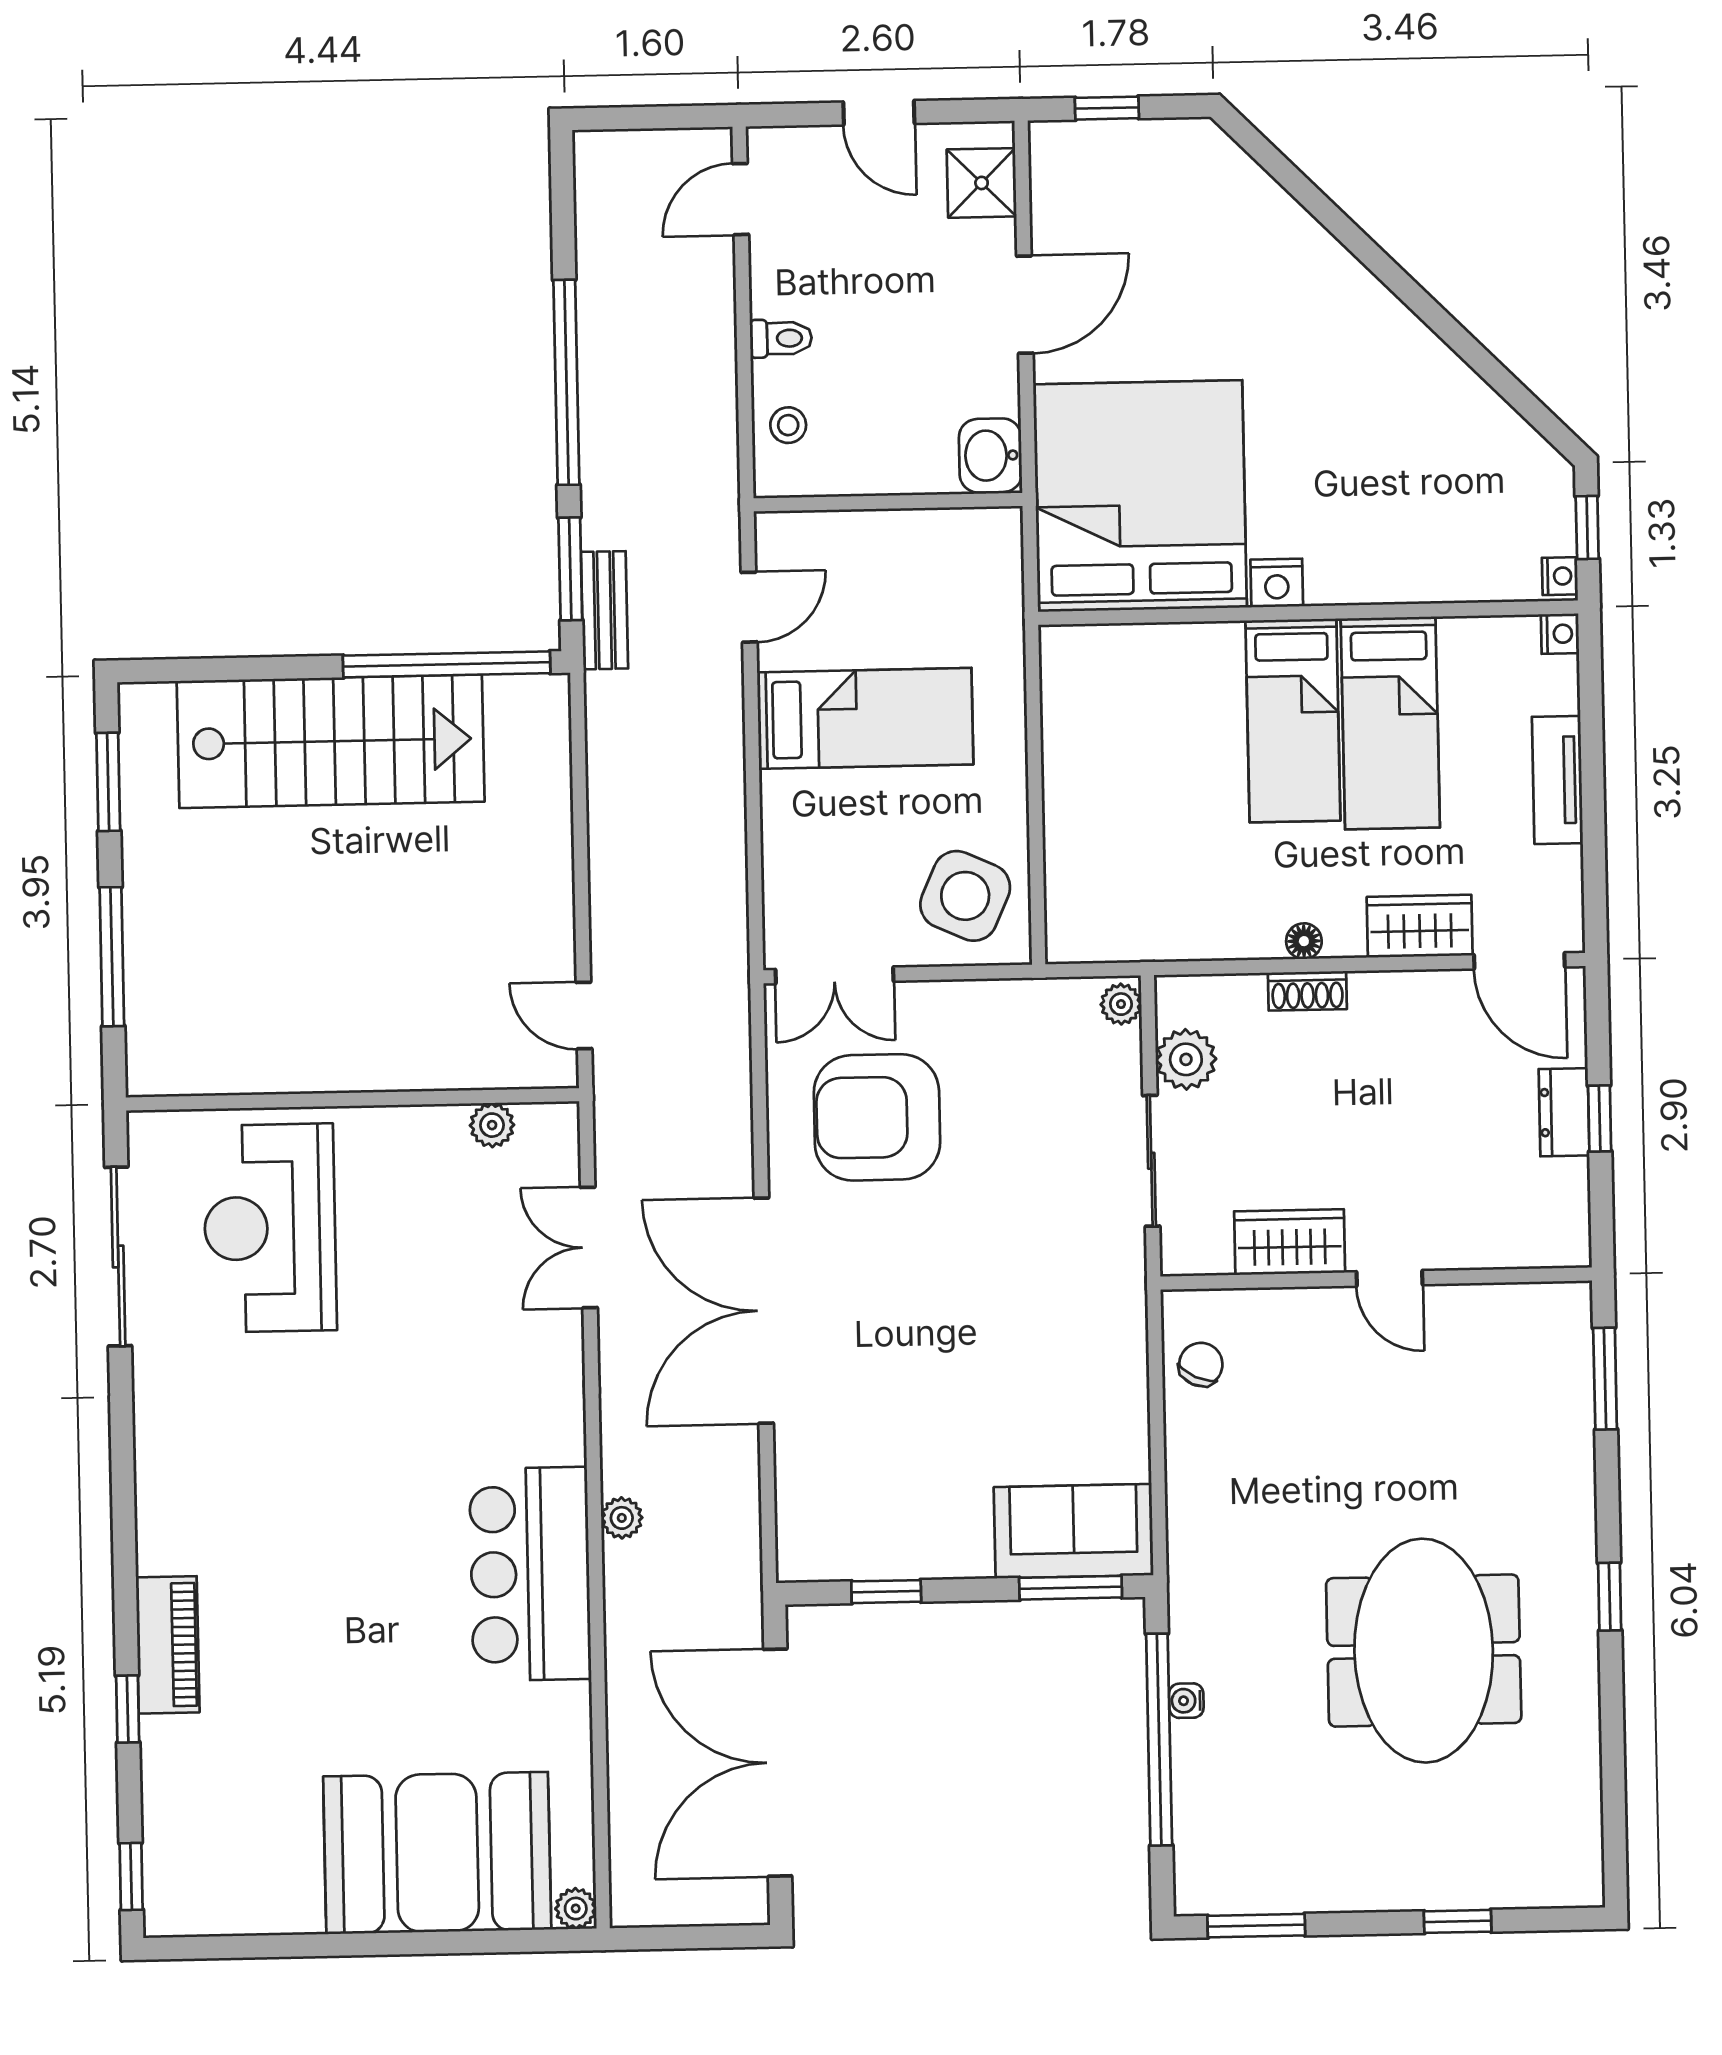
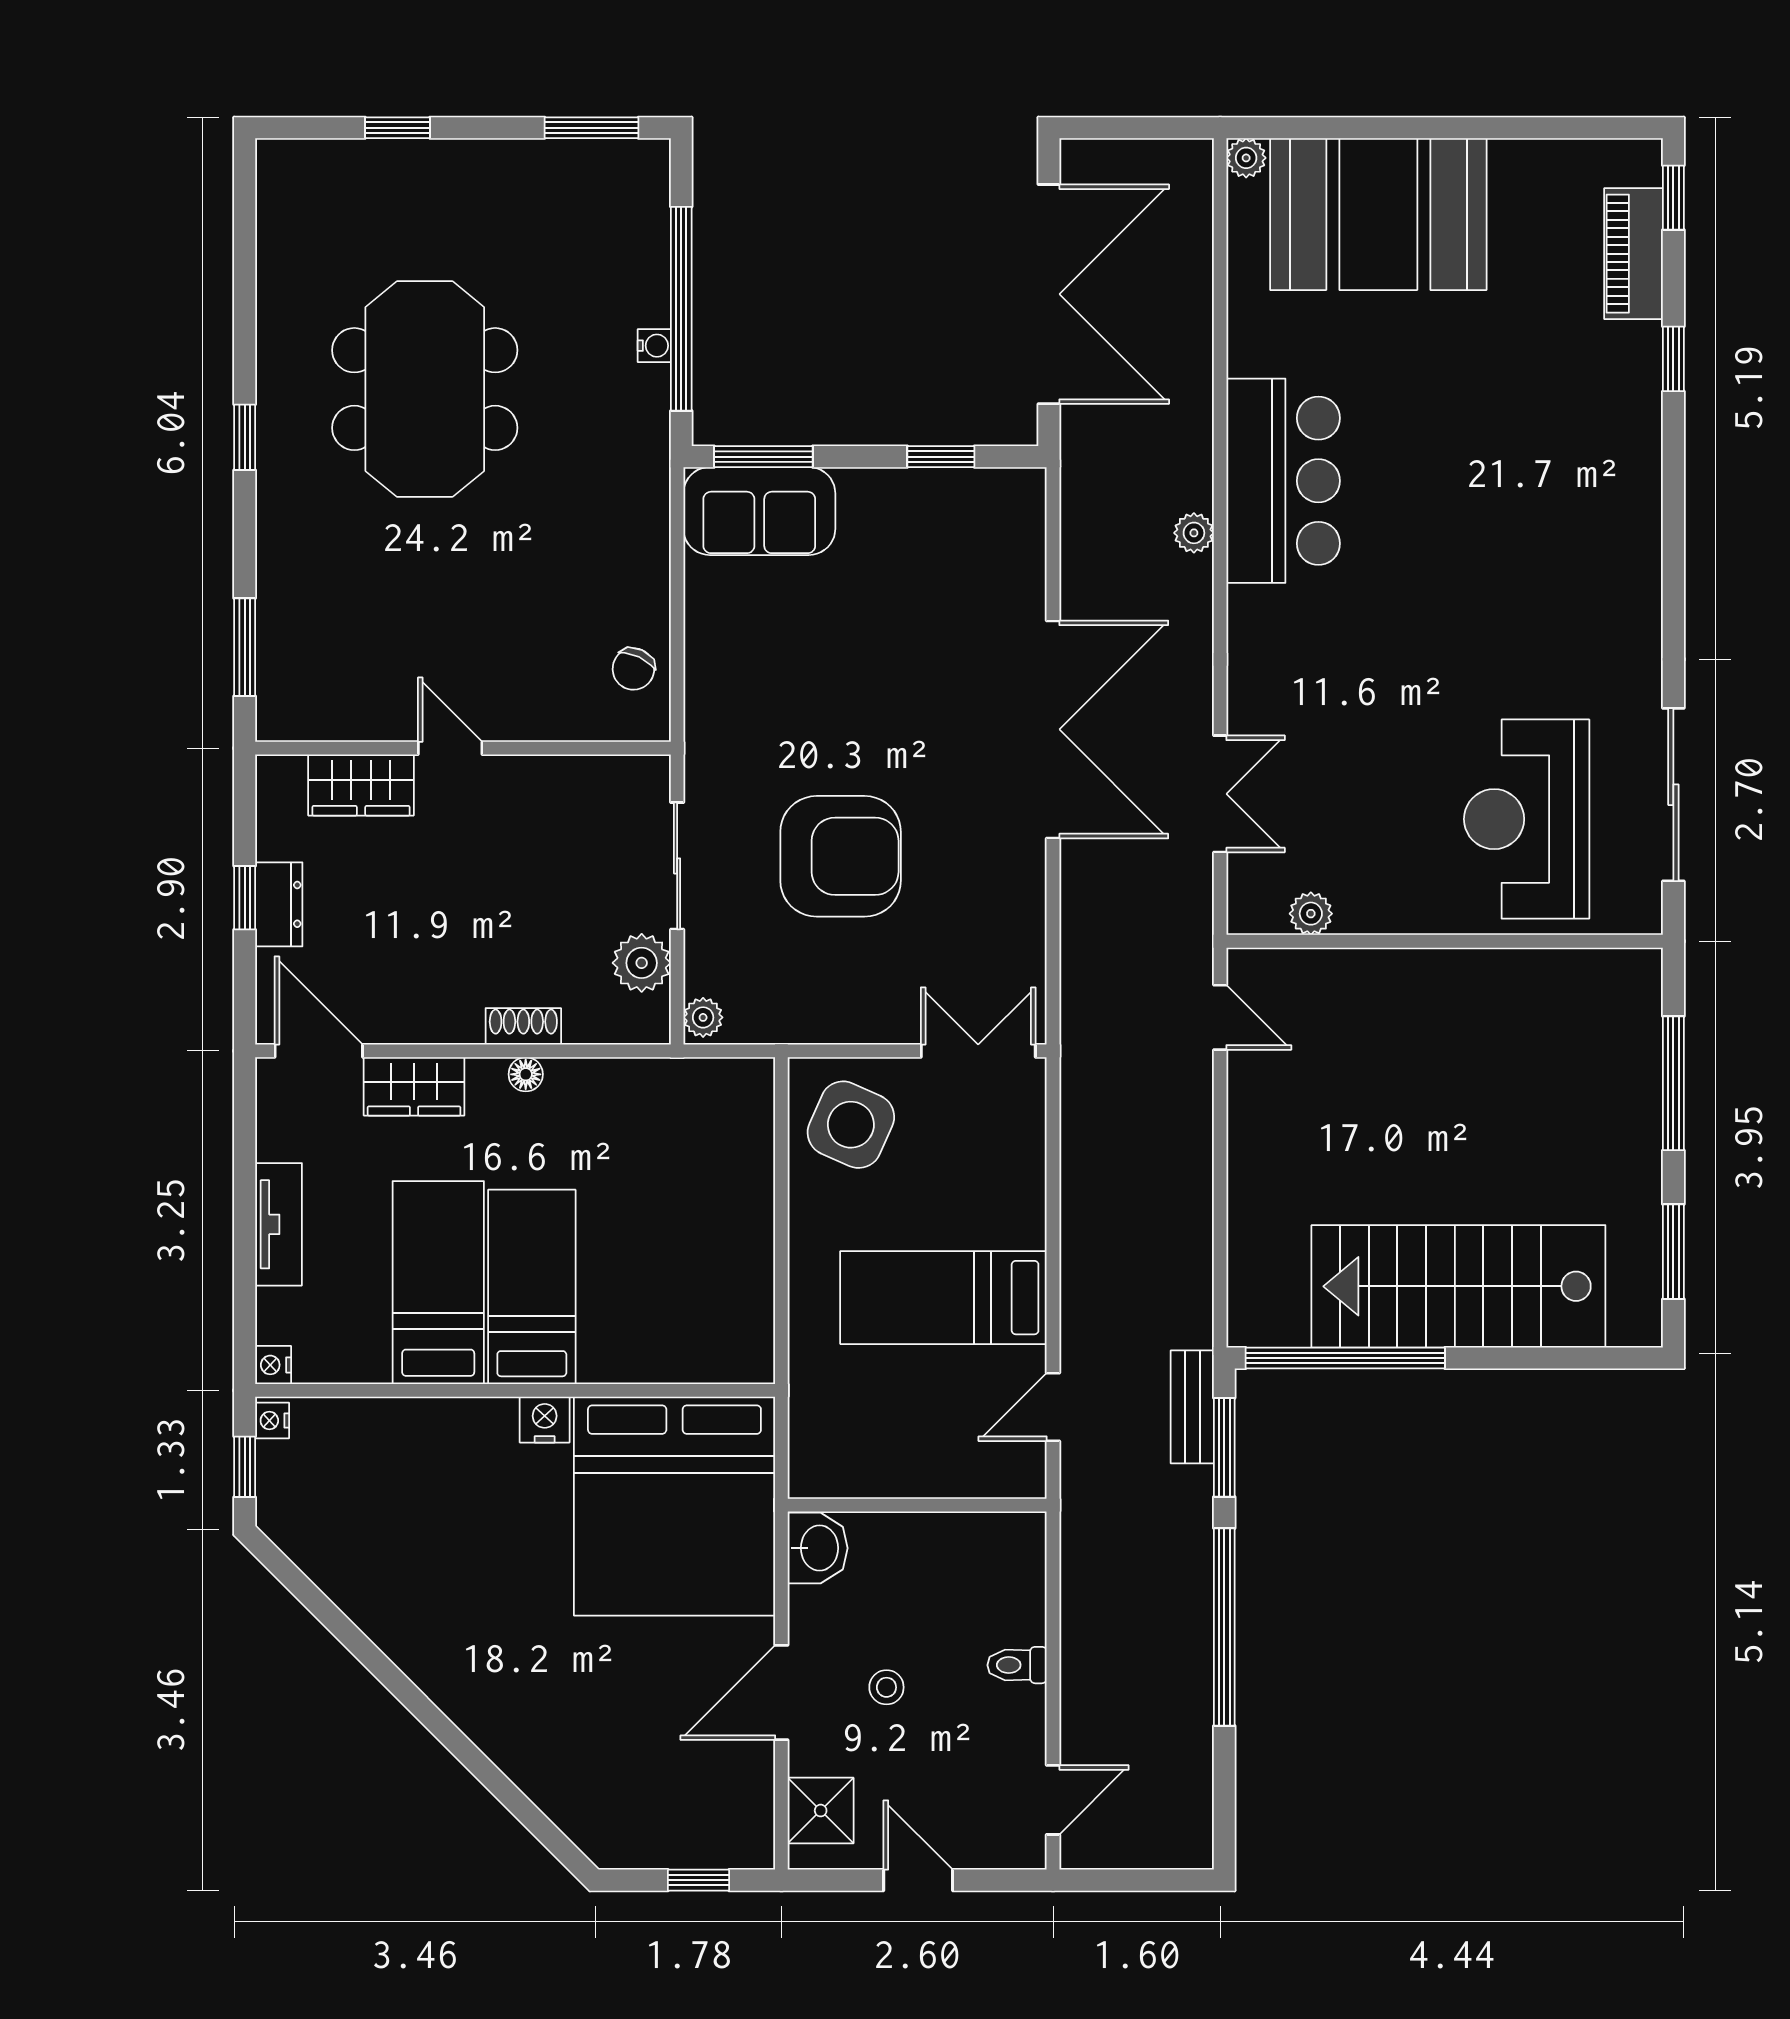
stool: (788, 425) -> (886, 1687), moved
armchair: (877, 1117) -> (841, 856), moved
reception desk: (270, 1228) -> (1527, 819), turned 180
wardrobe: (1290, 1242) -> (361, 785), moved
piano: (168, 1645) -> (1634, 254), moved

